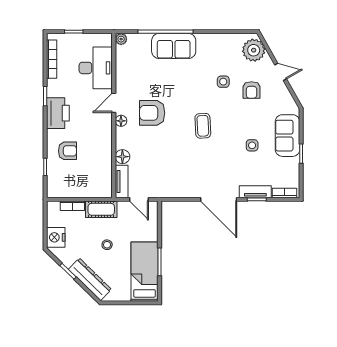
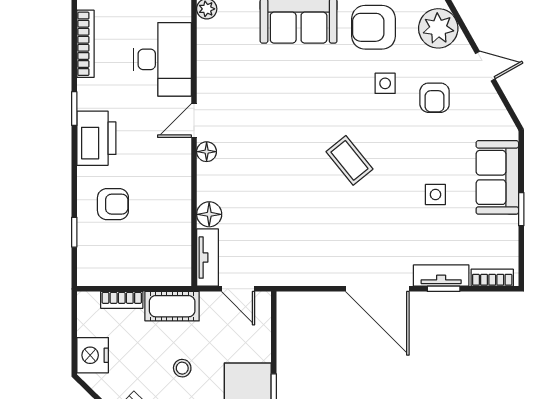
armchair: (152, 113) -> (374, 27), moved
coffee table: (203, 126) -> (349, 160), turned -36

